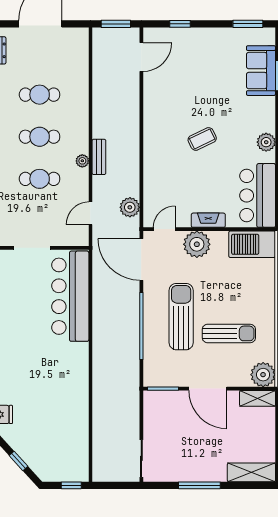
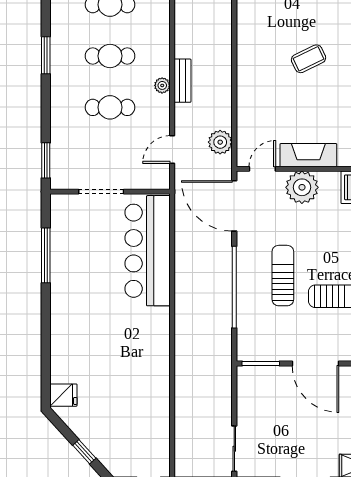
fireplace: (208, 220) -> (308, 155), width x1.37, depth x1.32
sun lounger: (181, 317) -> (283, 276), width x0.73, depth x0.75

